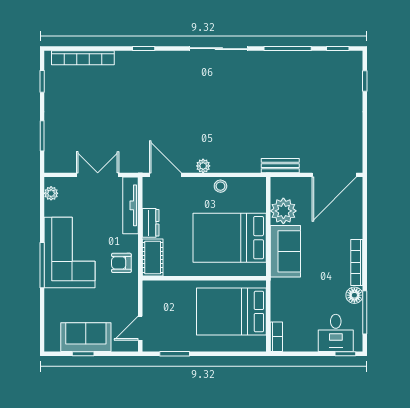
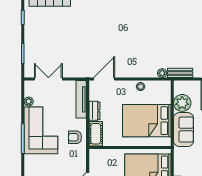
plant: (203, 166) -> (162, 73), moved
double door: (98, 175) -> (48, 79), moved
door: (165, 175) -> (104, 79), hinge flipped
plant: (51, 193) -> (29, 102), moved

